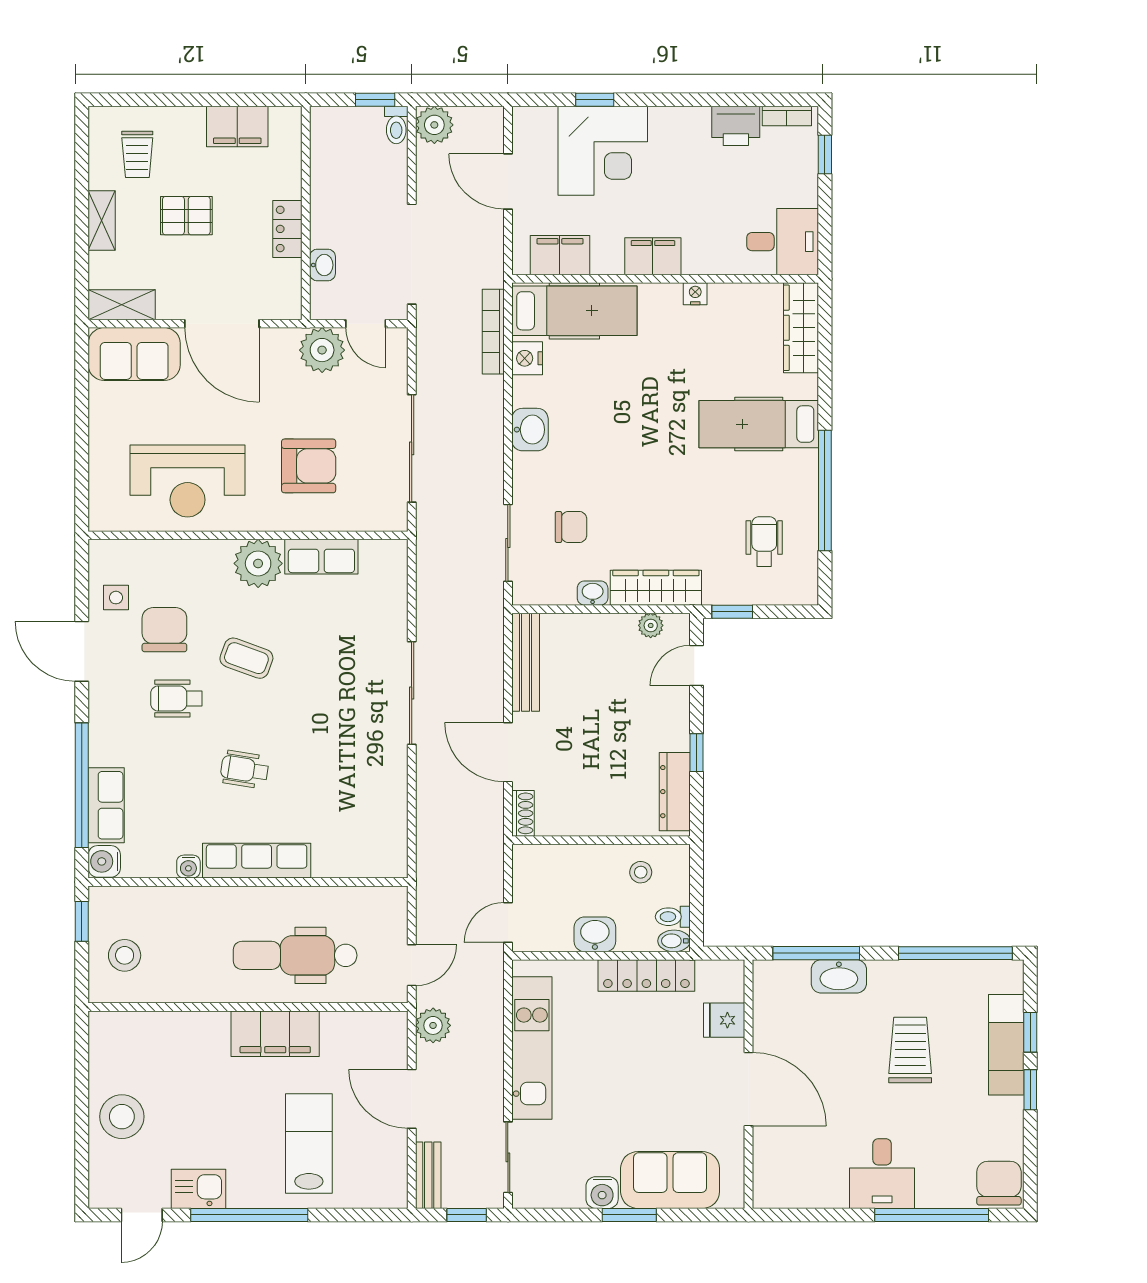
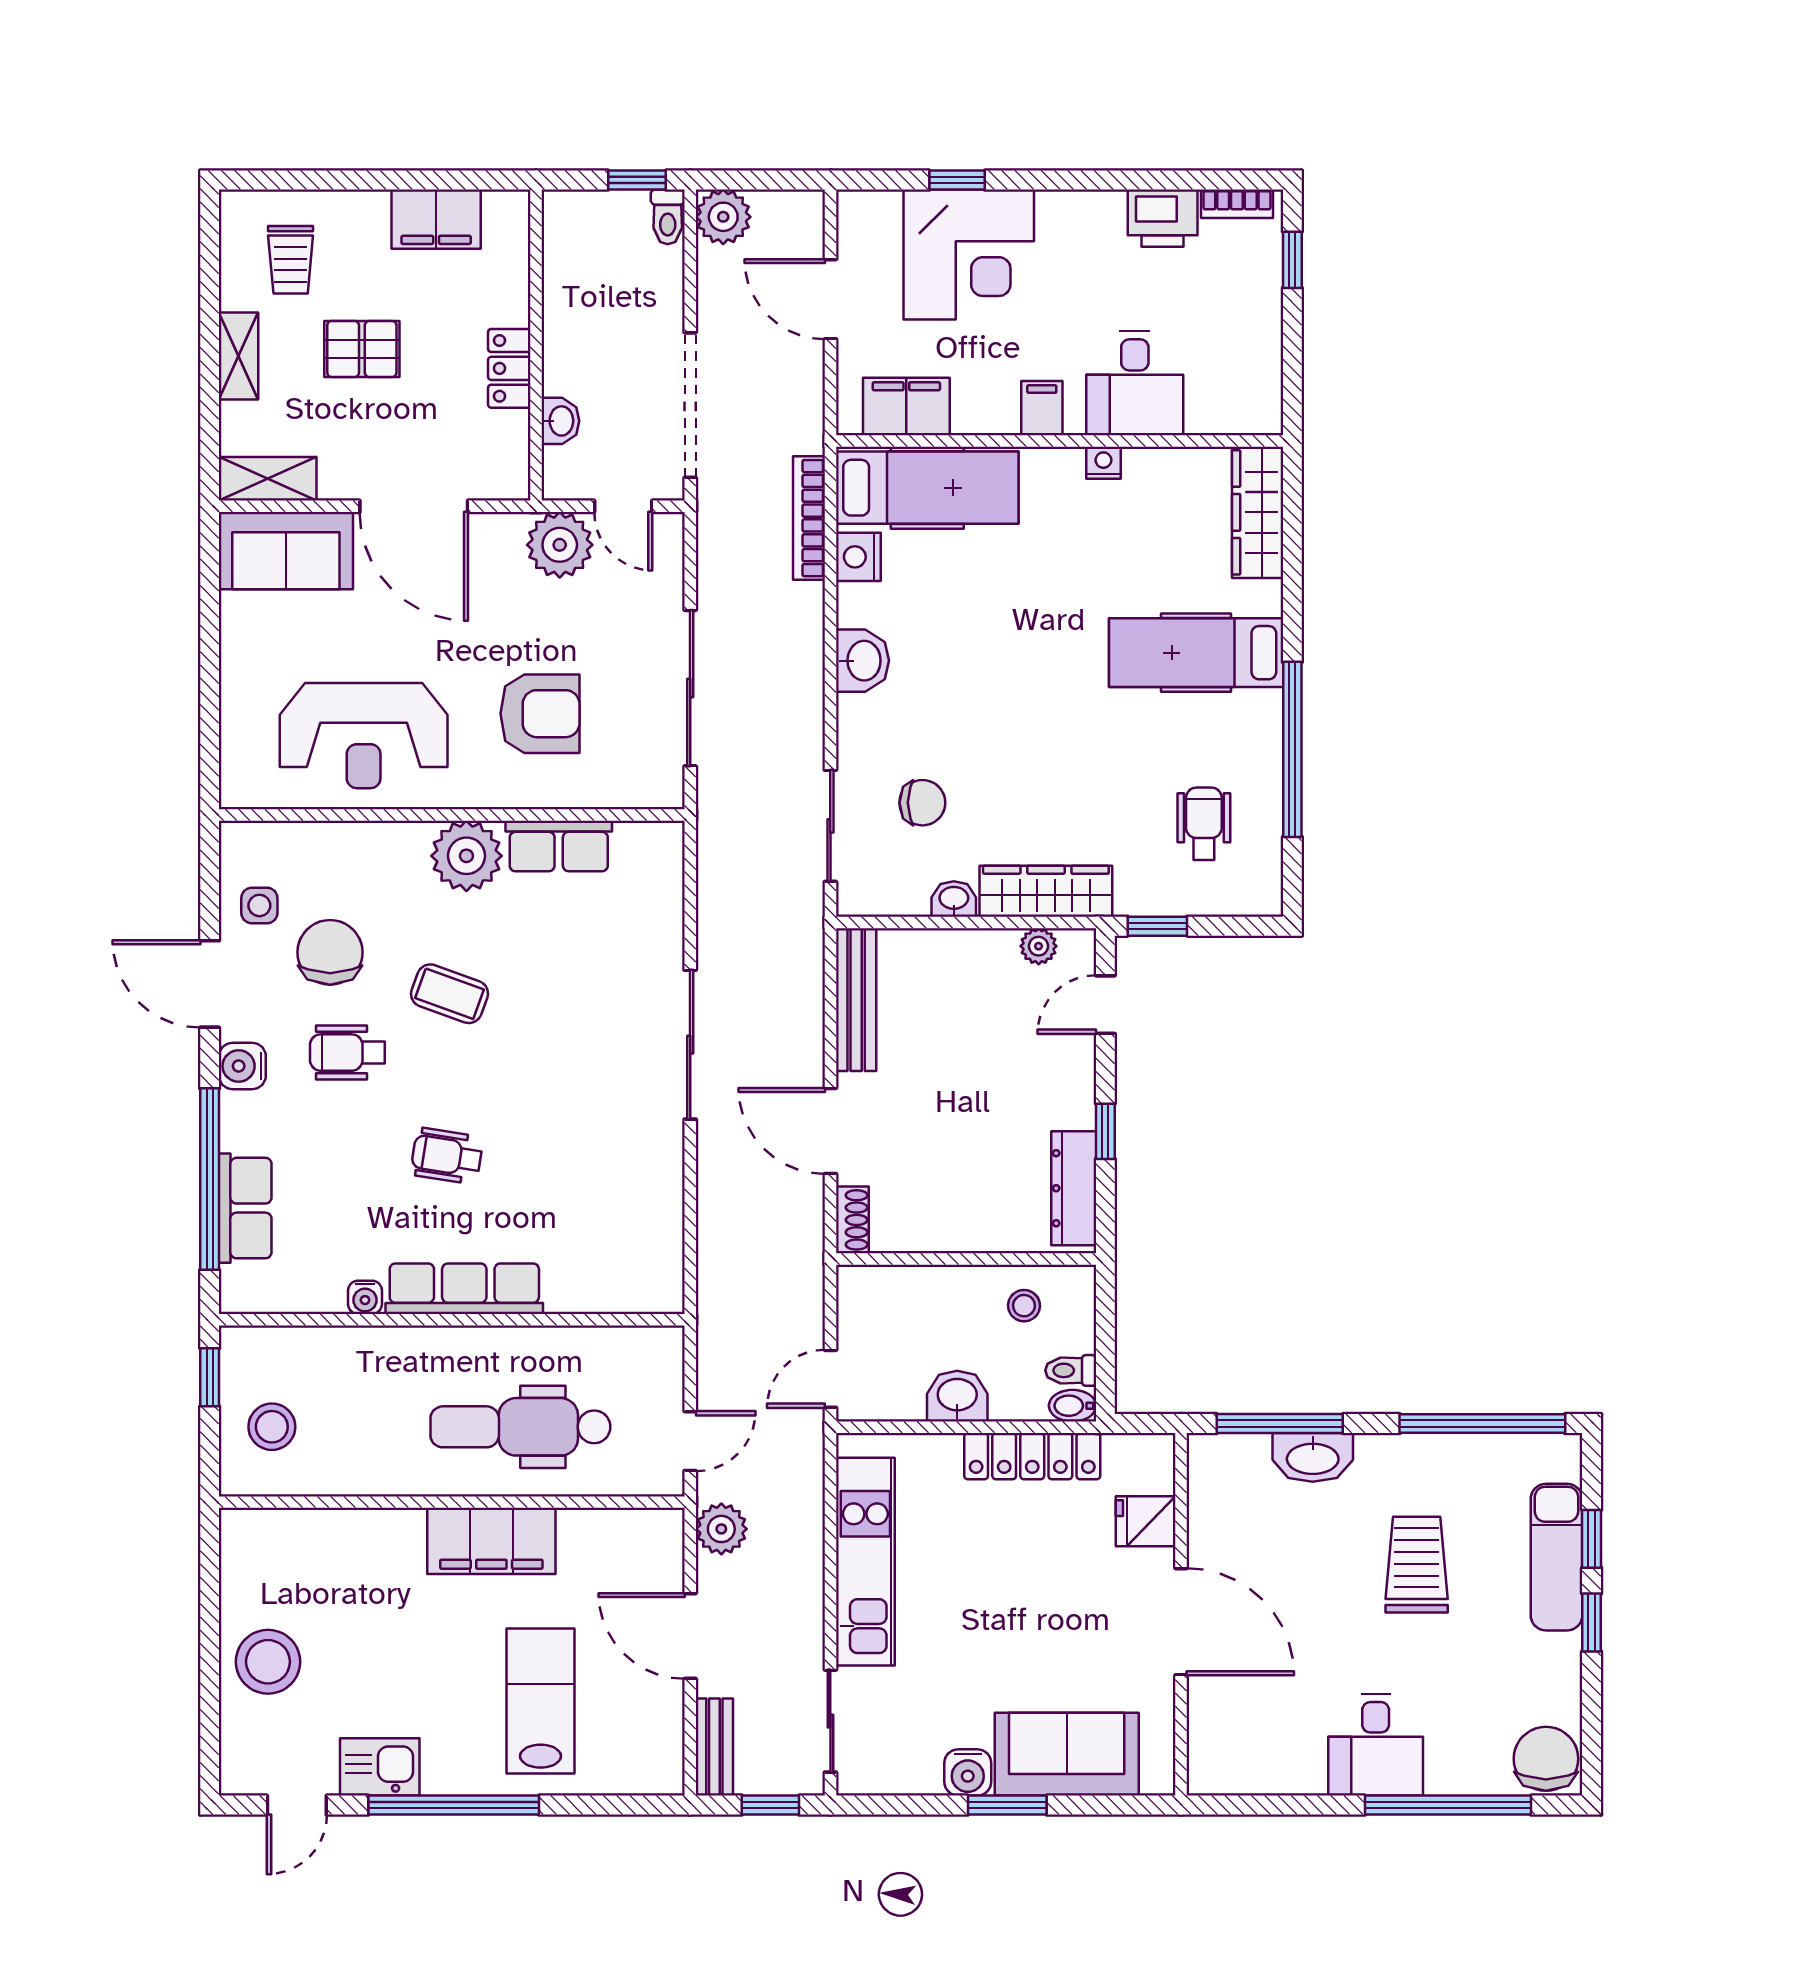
desk: (783, 242) -> (1135, 383), moved, turned 90
filing cabinet: (653, 256) -> (1042, 408), width x0.50
water cooler: (104, 861) -> (242, 1066), moved

